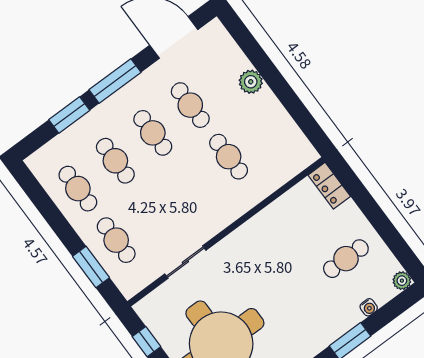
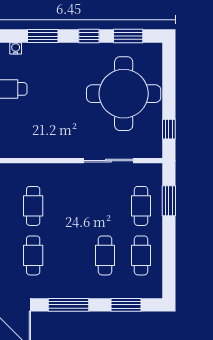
window: (69, 115) -> (126, 305), moved
cafe table: (153, 133) -> (69, 255), removed
sliding door: (185, 262) -> (108, 161), width x1.37

